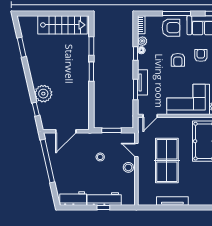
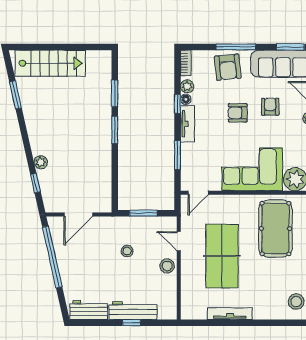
stairs: (63, 25) -> (50, 63), moved
armchair: (171, 28) -> (228, 67), turned 84
armchair: (178, 60) -> (238, 113), turned 90
tv unit: (143, 82) -> (187, 124), moved
plant: (43, 94) -> (41, 162), width x0.53, depth x0.53

